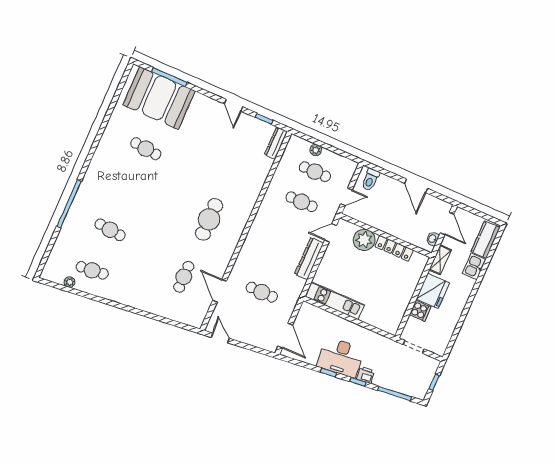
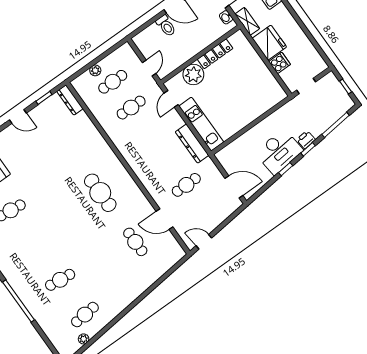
toilet: (370, 180) -> (166, 26), moved
dresser: (309, 258) -> (192, 144), moved
kitchen unit: (335, 301) -> (201, 124), moved, turned 90

